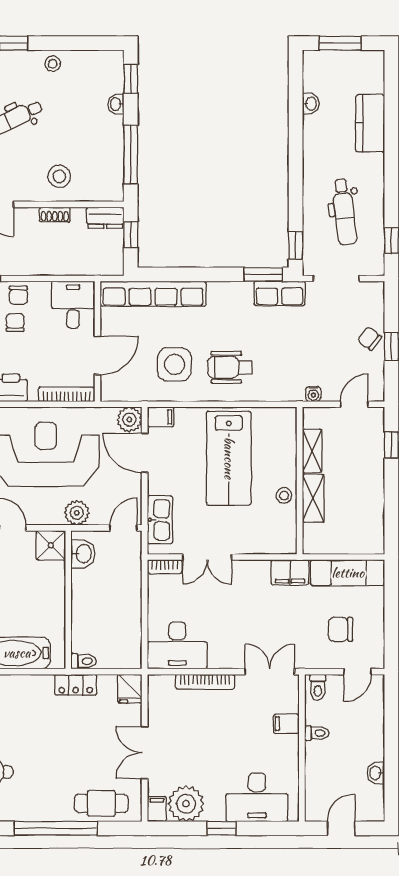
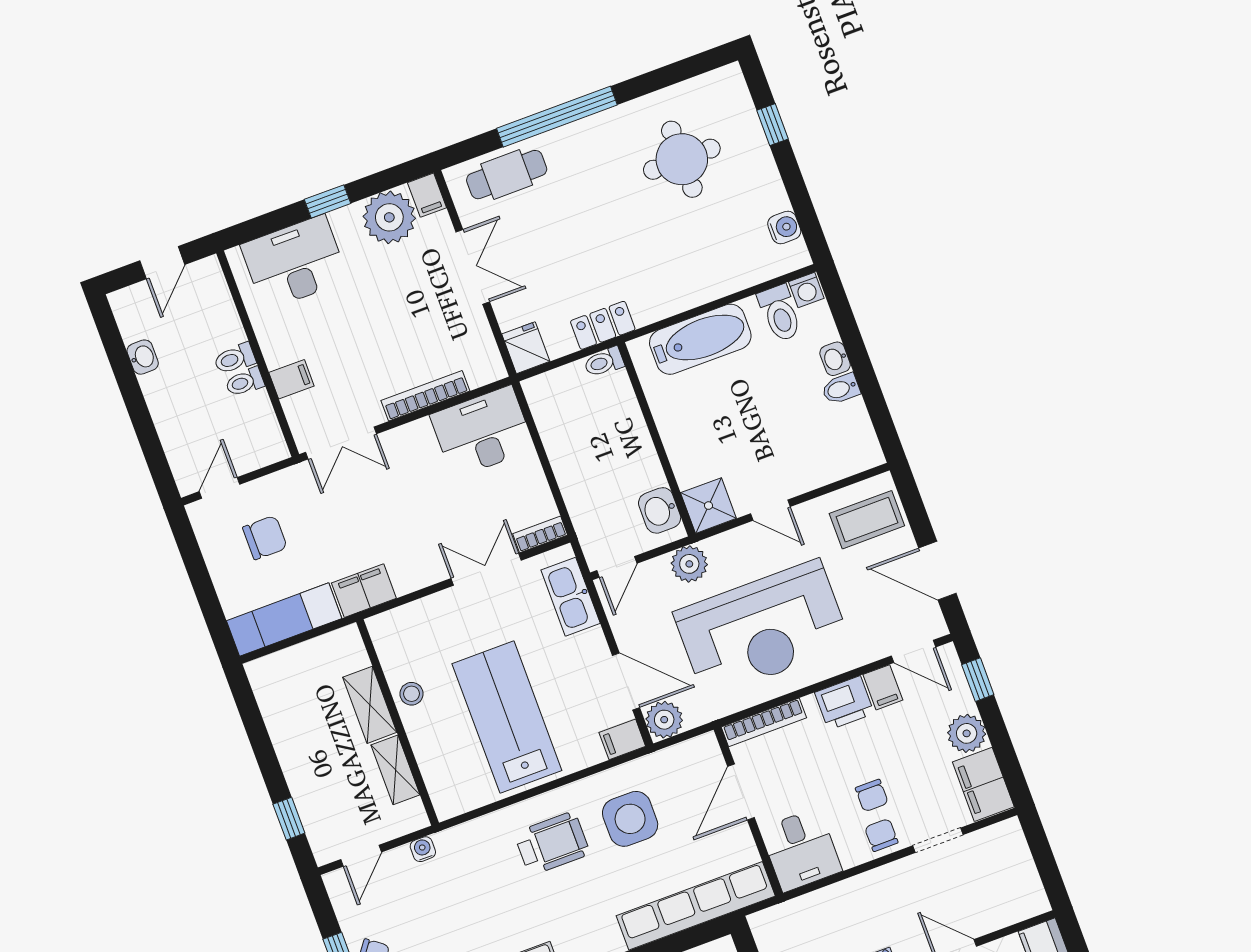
toilet: (318, 687) -> (235, 359), moved, turned -90

